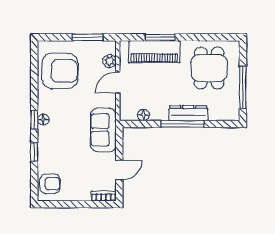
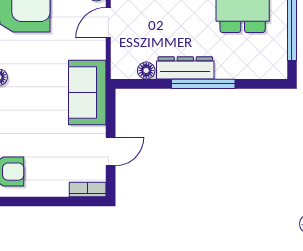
dresser: (188, 113) -> (185, 68), moved

